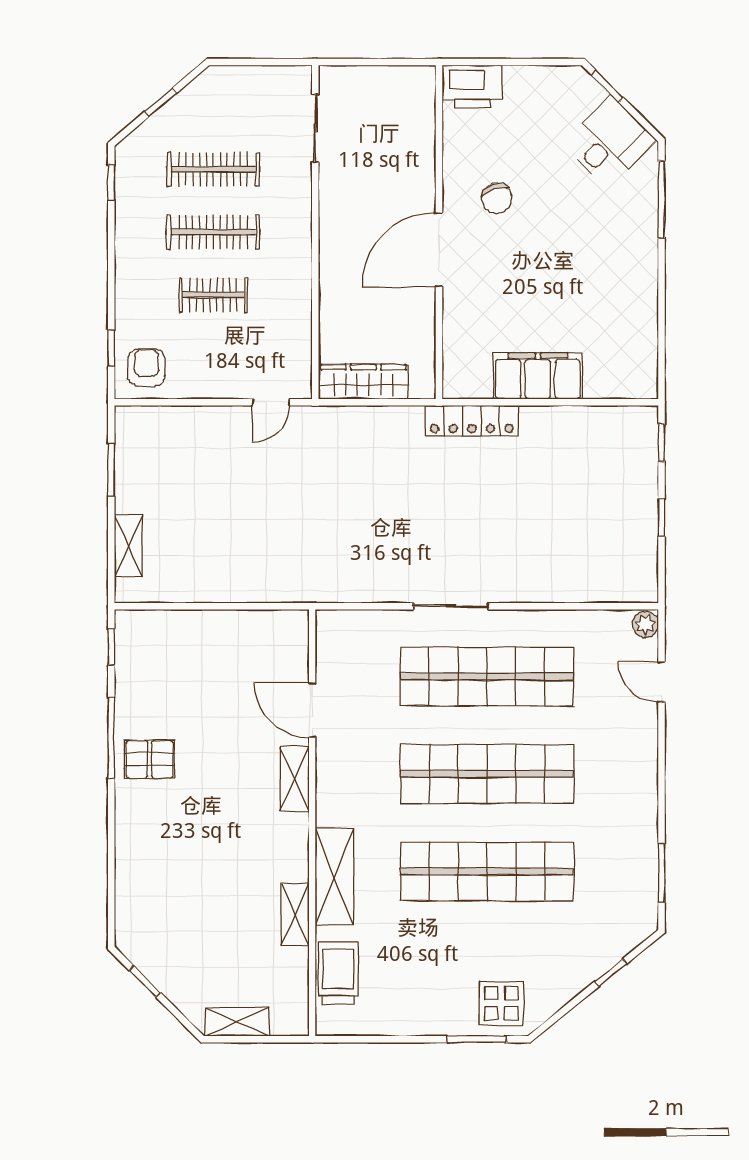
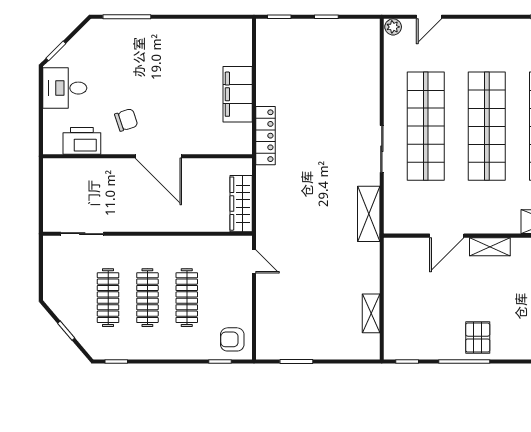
printer: (472, 87) -> (82, 141), moved, turned -90
desk: (610, 142) -> (65, 88), moved, turned -45
clothes rail: (213, 295) -> (187, 298), width x1.36
shelving: (128, 546) -> (371, 313), moved, turned 90
shelving: (347, 585) -> (369, 214), added

